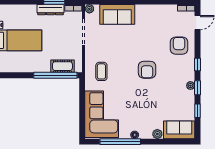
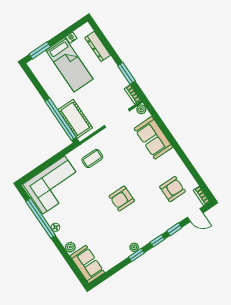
dresser: (50, 10) -> (98, 46), moved
armchair: (179, 46) -> (173, 189), moved
cot: (62, 66) -> (75, 119), width x1.37, depth x1.34
window: (197, 111) -> (174, 229), moved

